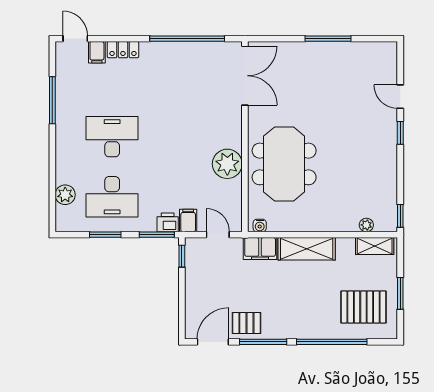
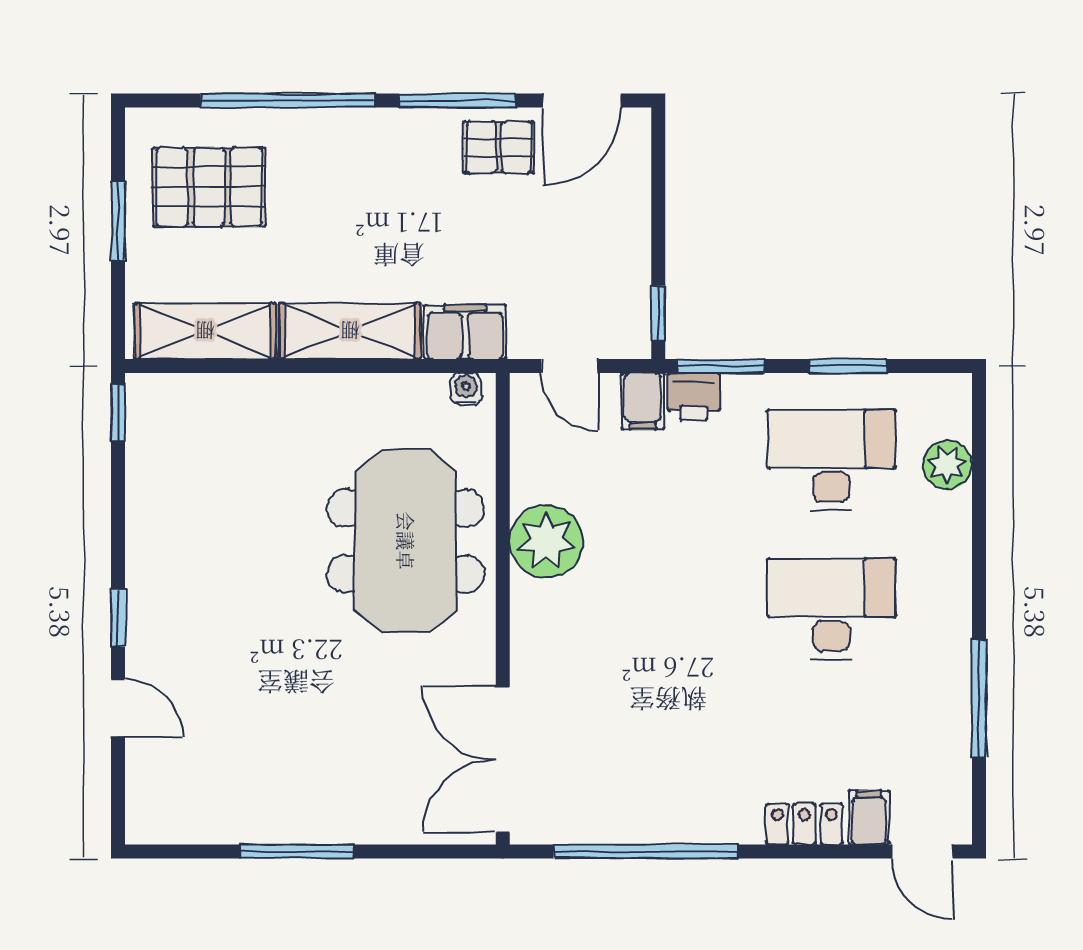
desk: (112, 137) -> (831, 609), turned 180
plant: (366, 225) -> (202, 390), removed
shelving: (375, 246) -> (205, 331), width x1.50, depth x1.33

